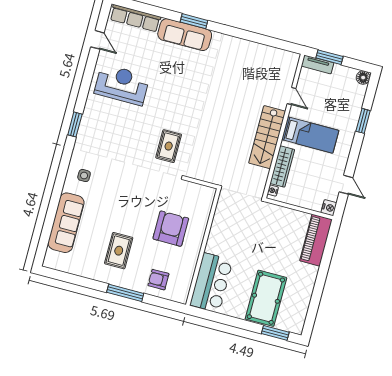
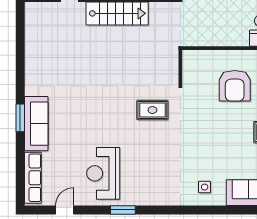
window: (75, 124) -> (123, 210), moved
armchair: (171, 229) -> (235, 86), turned -90

